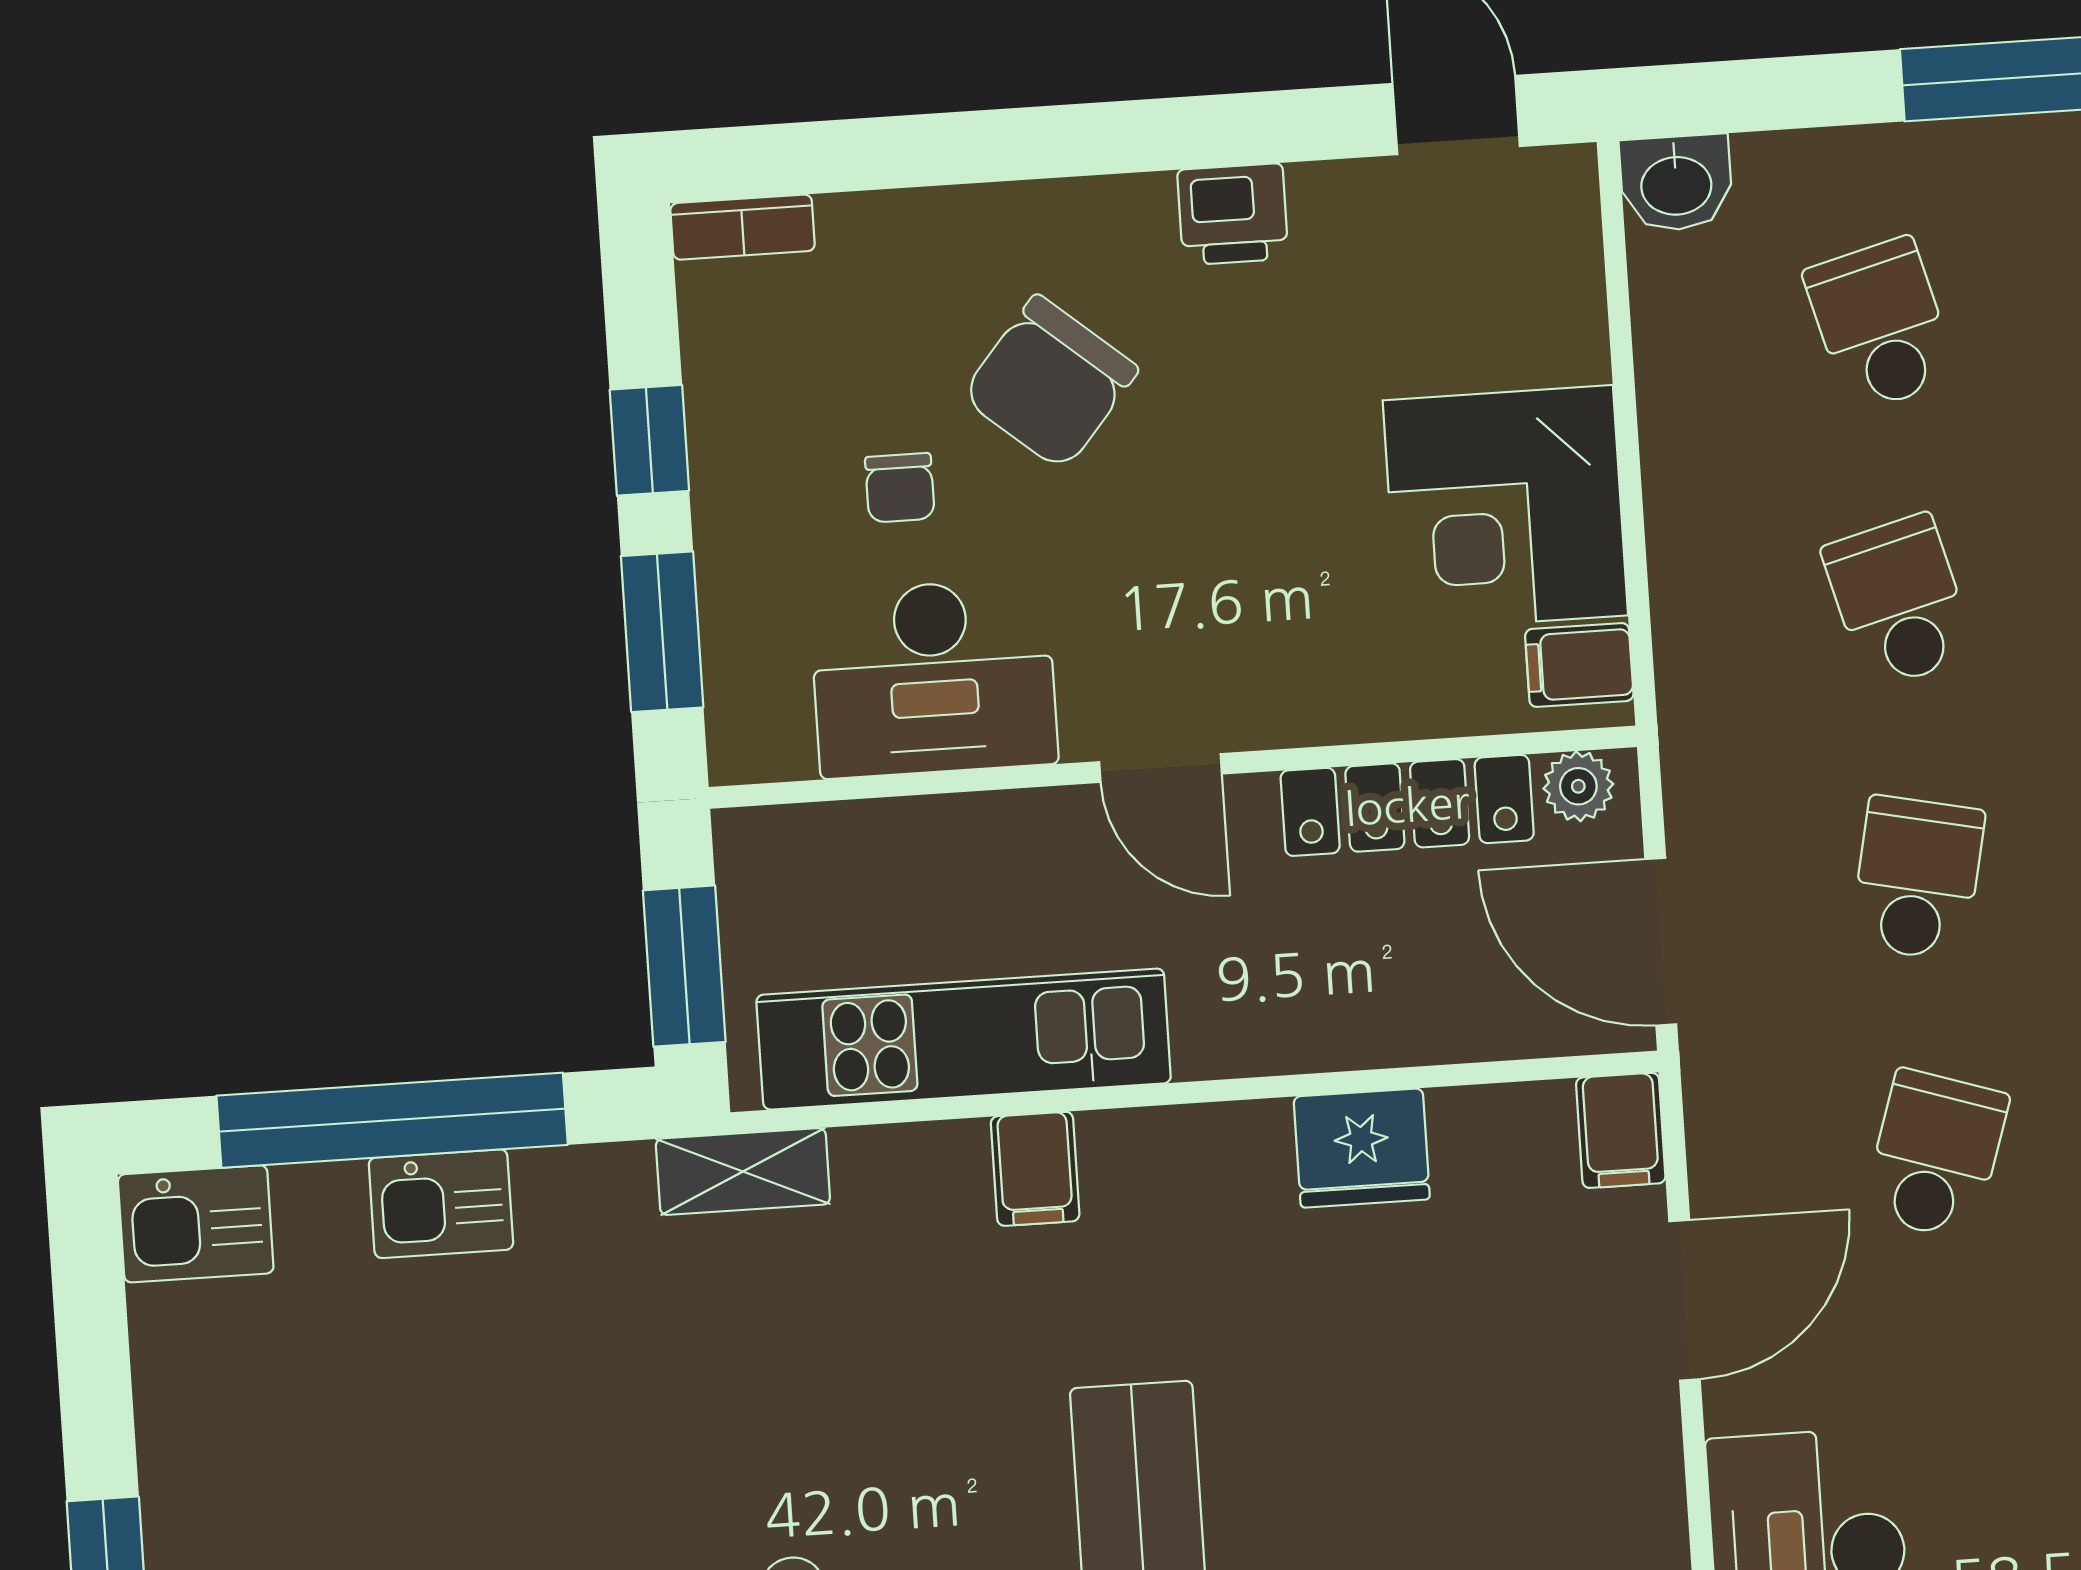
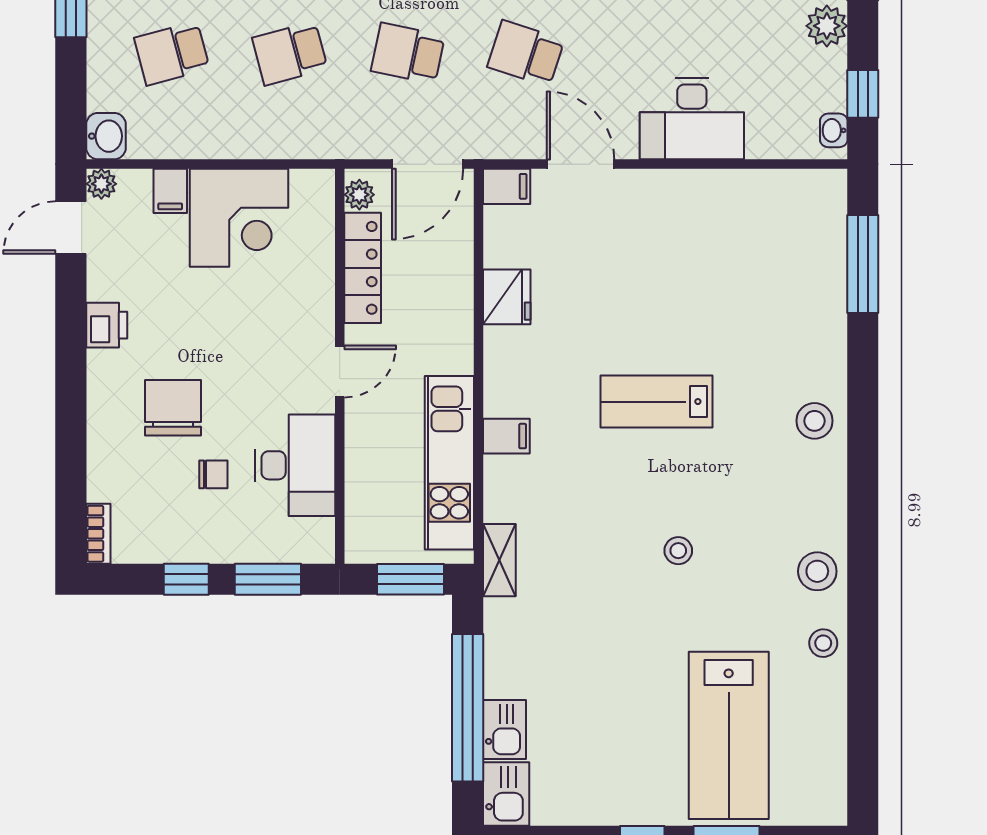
plant: (1564, 180) -> (101, 184), added
chair: (1050, 383) -> (173, 408), turned -130
filing cabinet: (1579, 665) -> (170, 191), moved
kitchen sink: (441, 1204) -> (504, 730), moved

